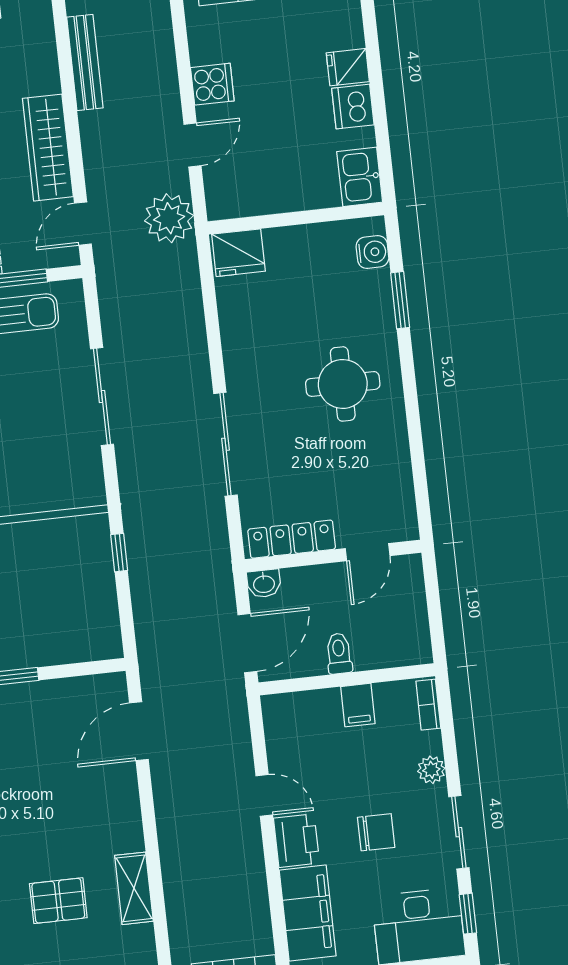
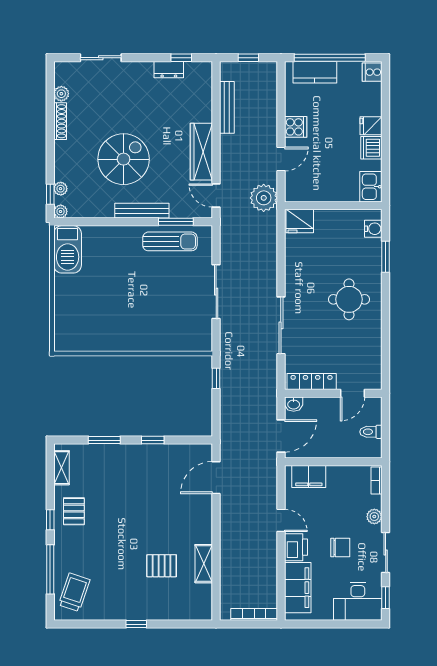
door: (83, 224) -> (216, 196), hinge flipped
toilet: (339, 654) -> (371, 432), moved, turned -90
filing cabinet: (358, 705) -> (309, 477), moved, width x2.00

